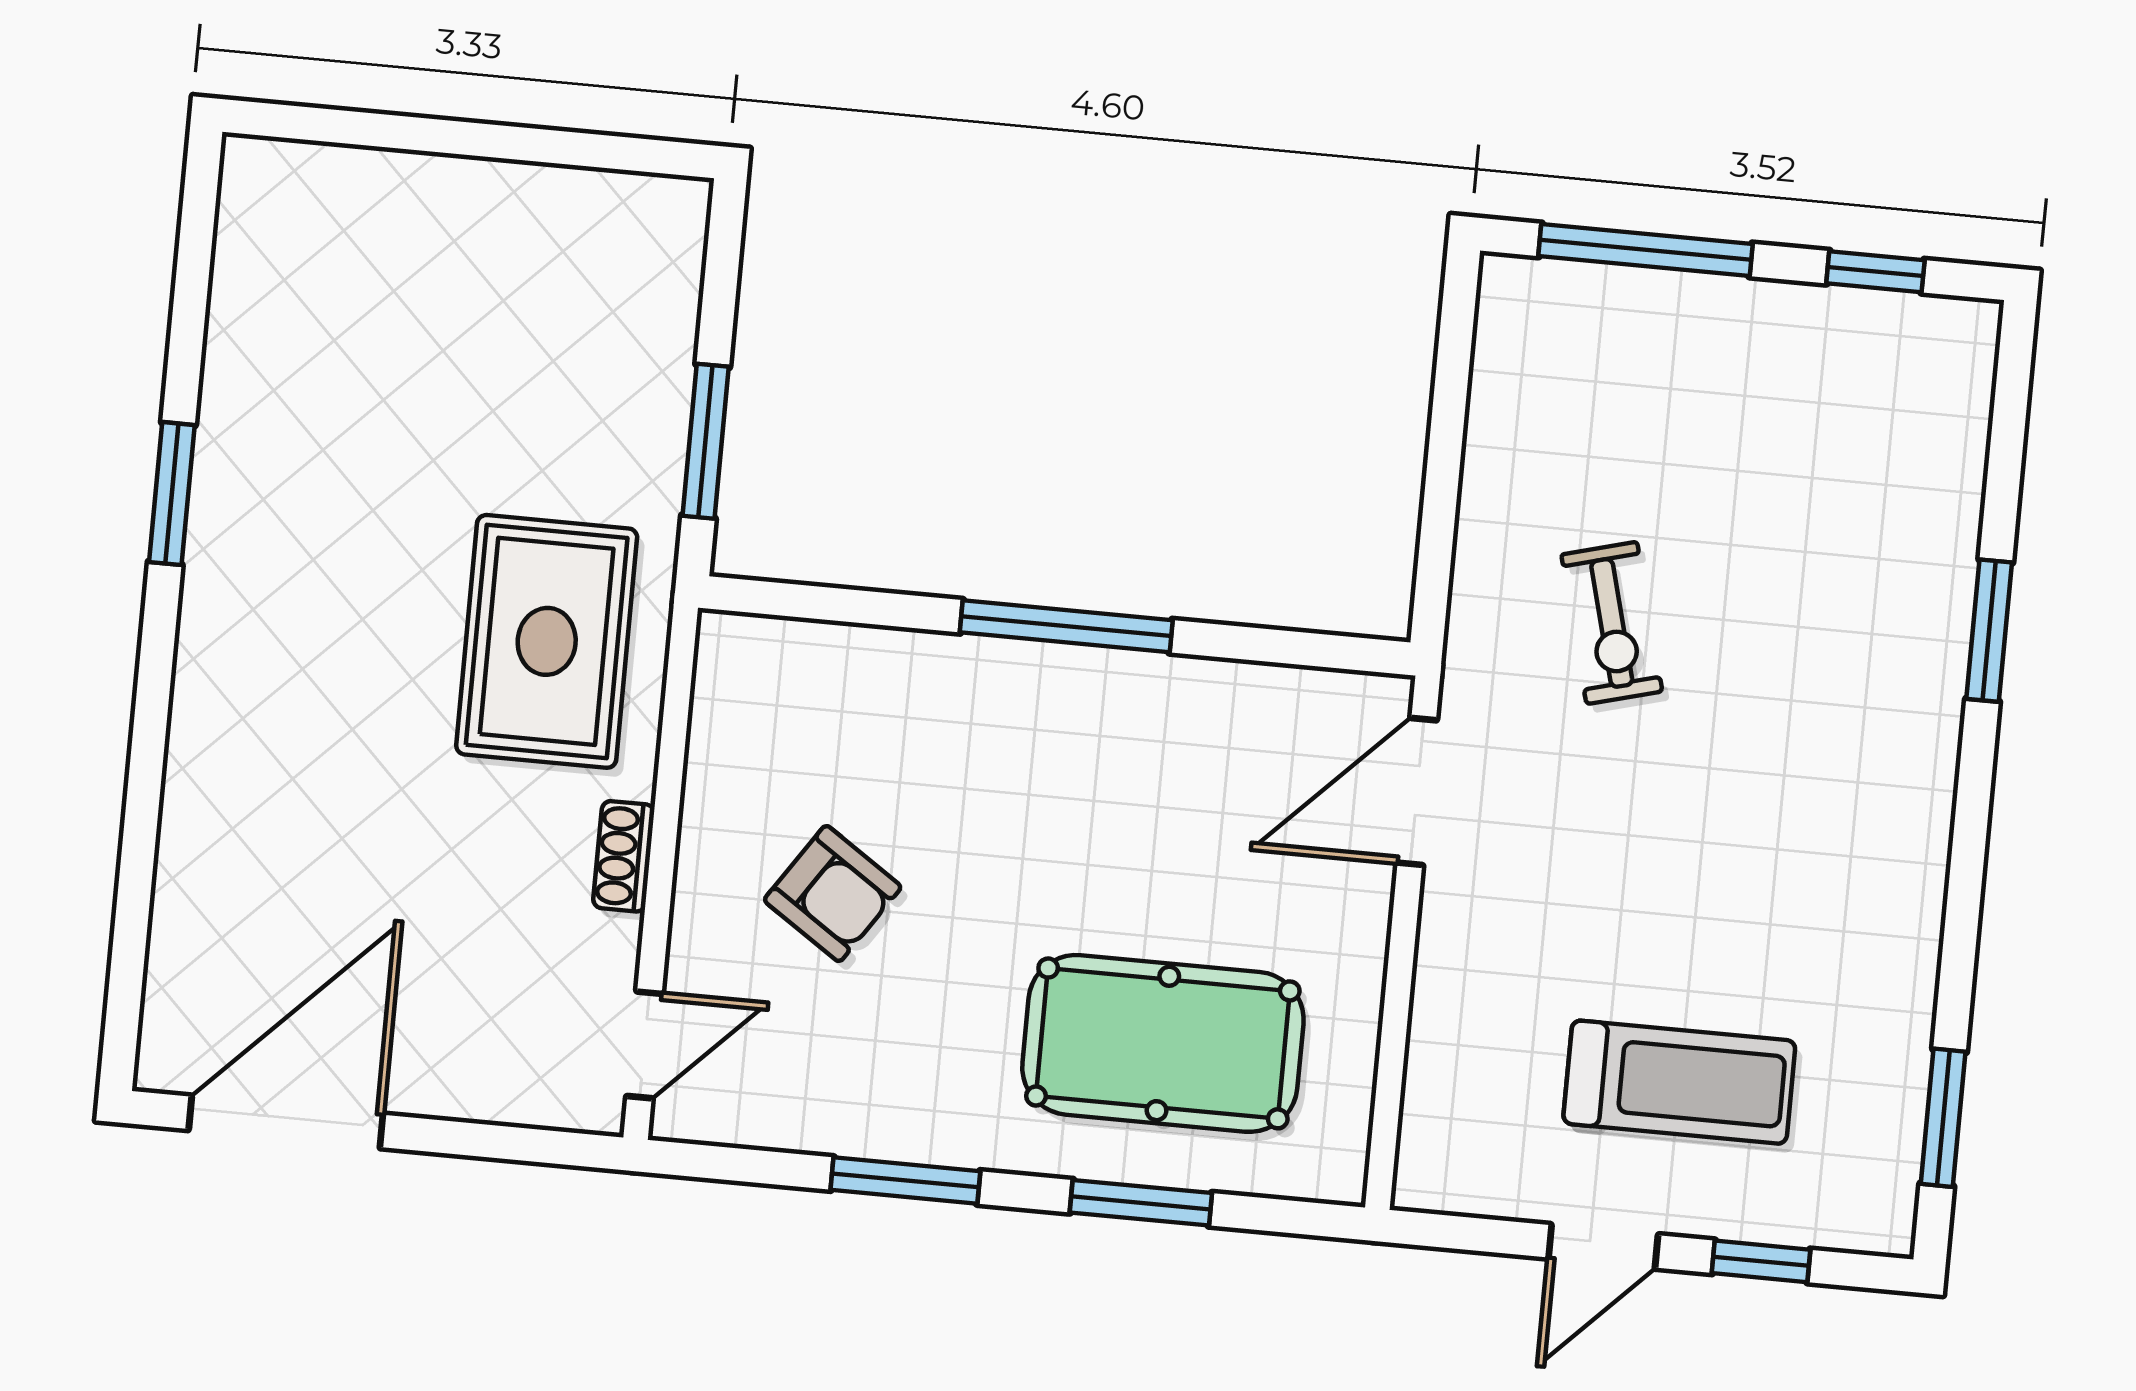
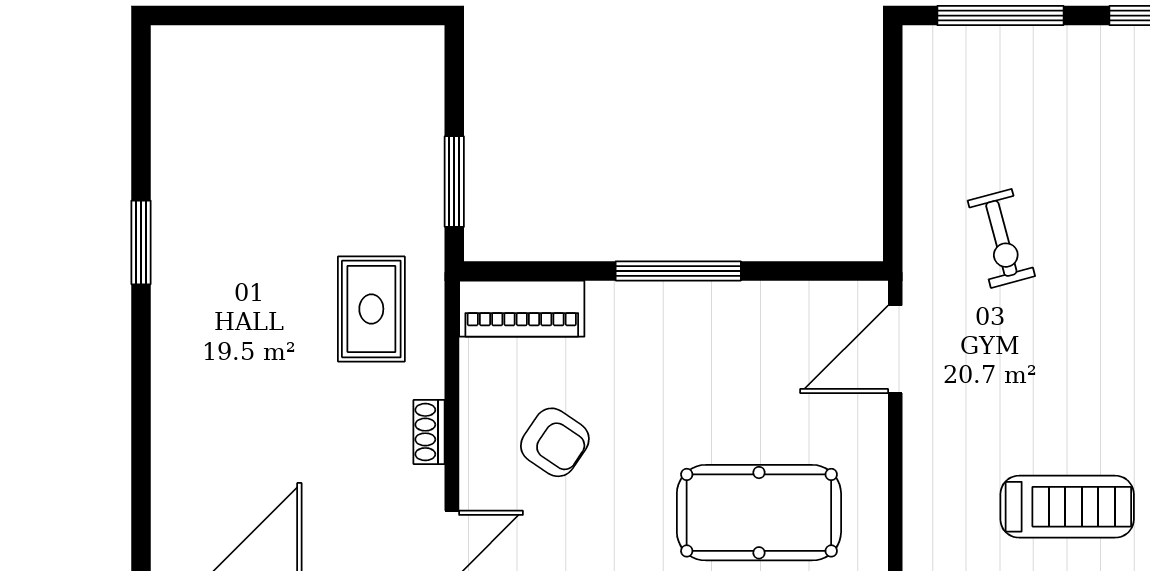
rug: (547, 641) -> (371, 309), width x0.73, depth x0.70
piano: (798, 665) -> (522, 309), added

